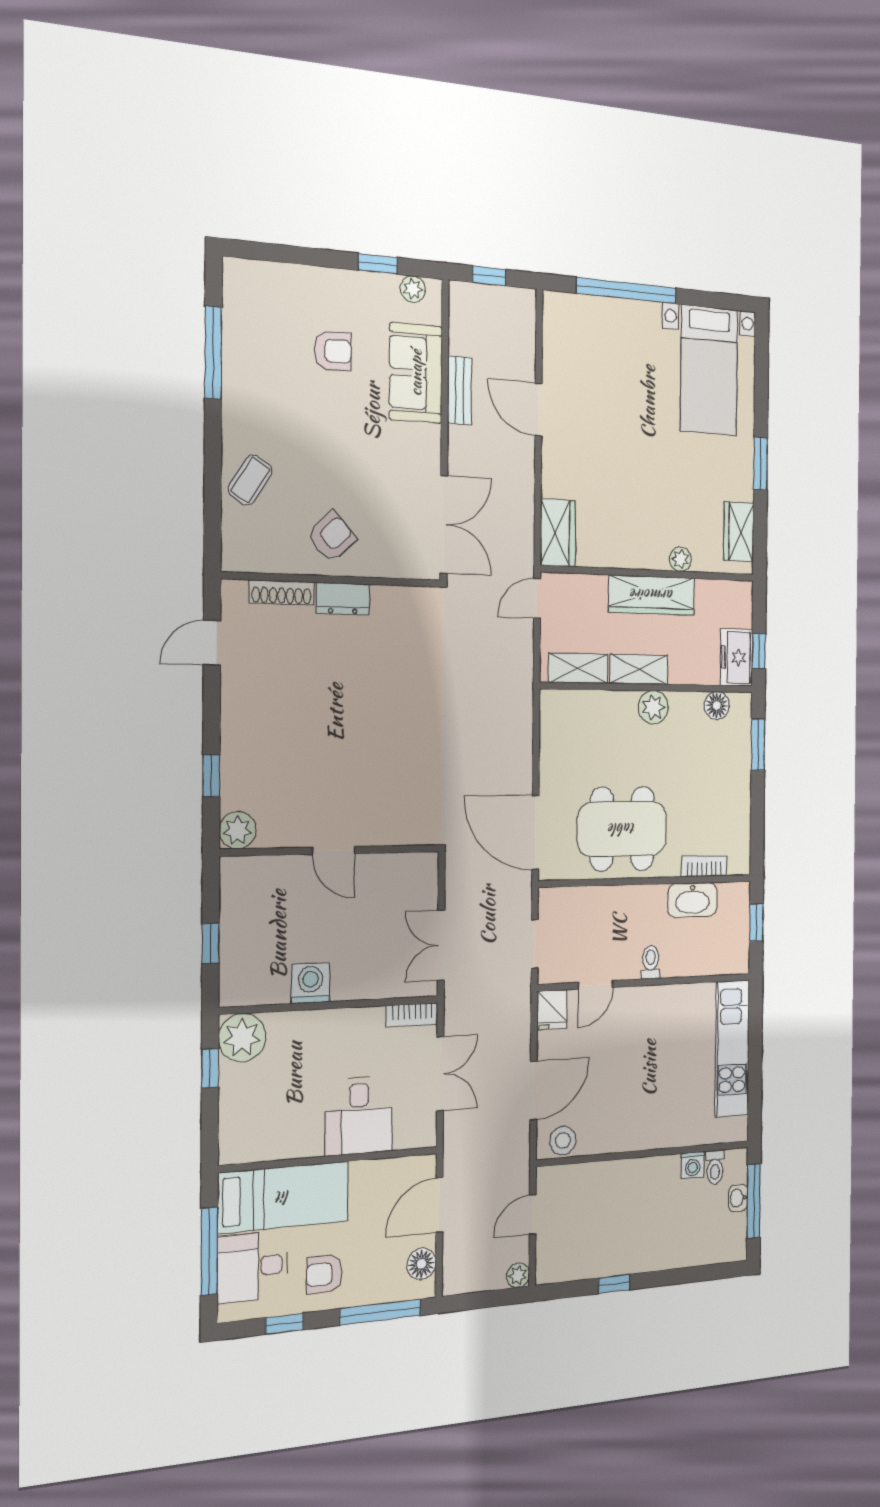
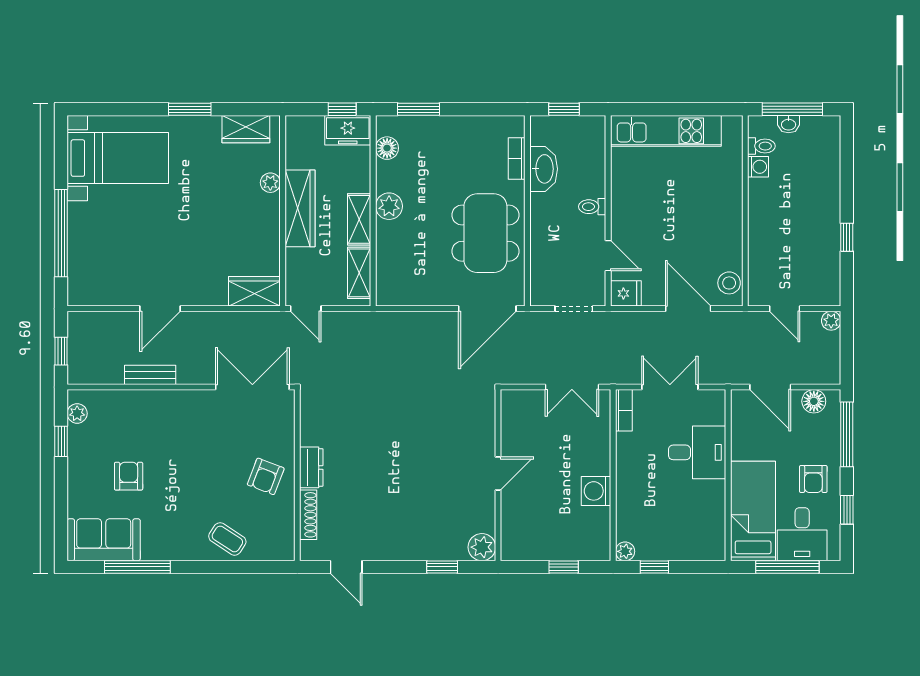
sofa: (416, 373) -> (104, 540), moved, turned 180
armchair: (332, 537) -> (266, 476), turned -117
plant: (242, 1038) -> (625, 551), width x0.53, depth x0.53

